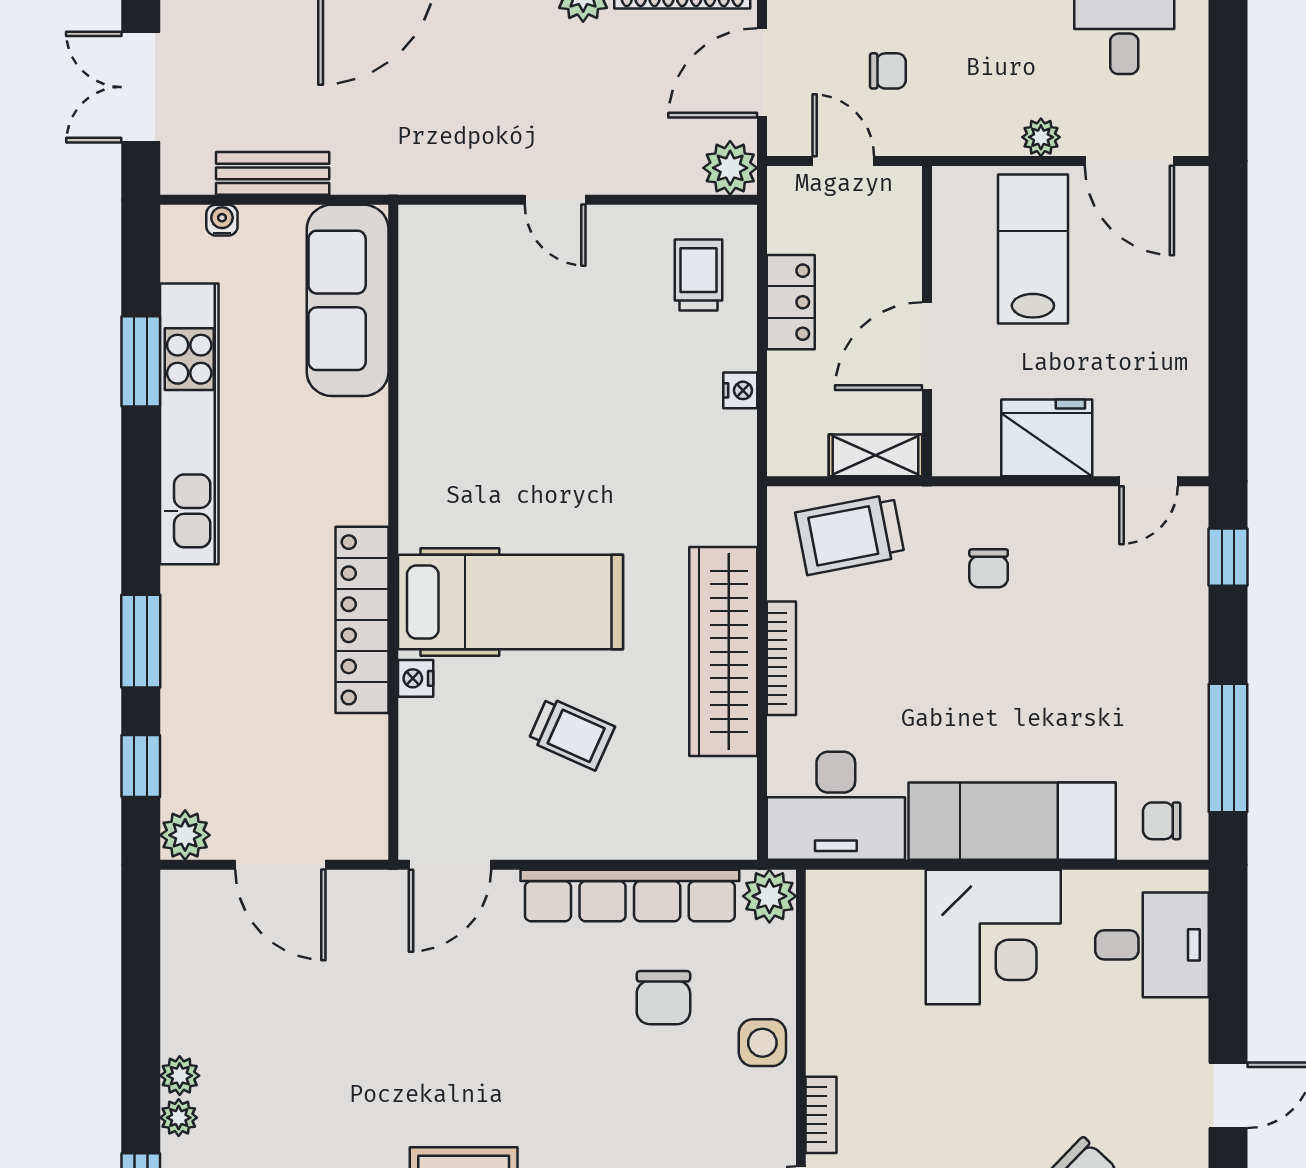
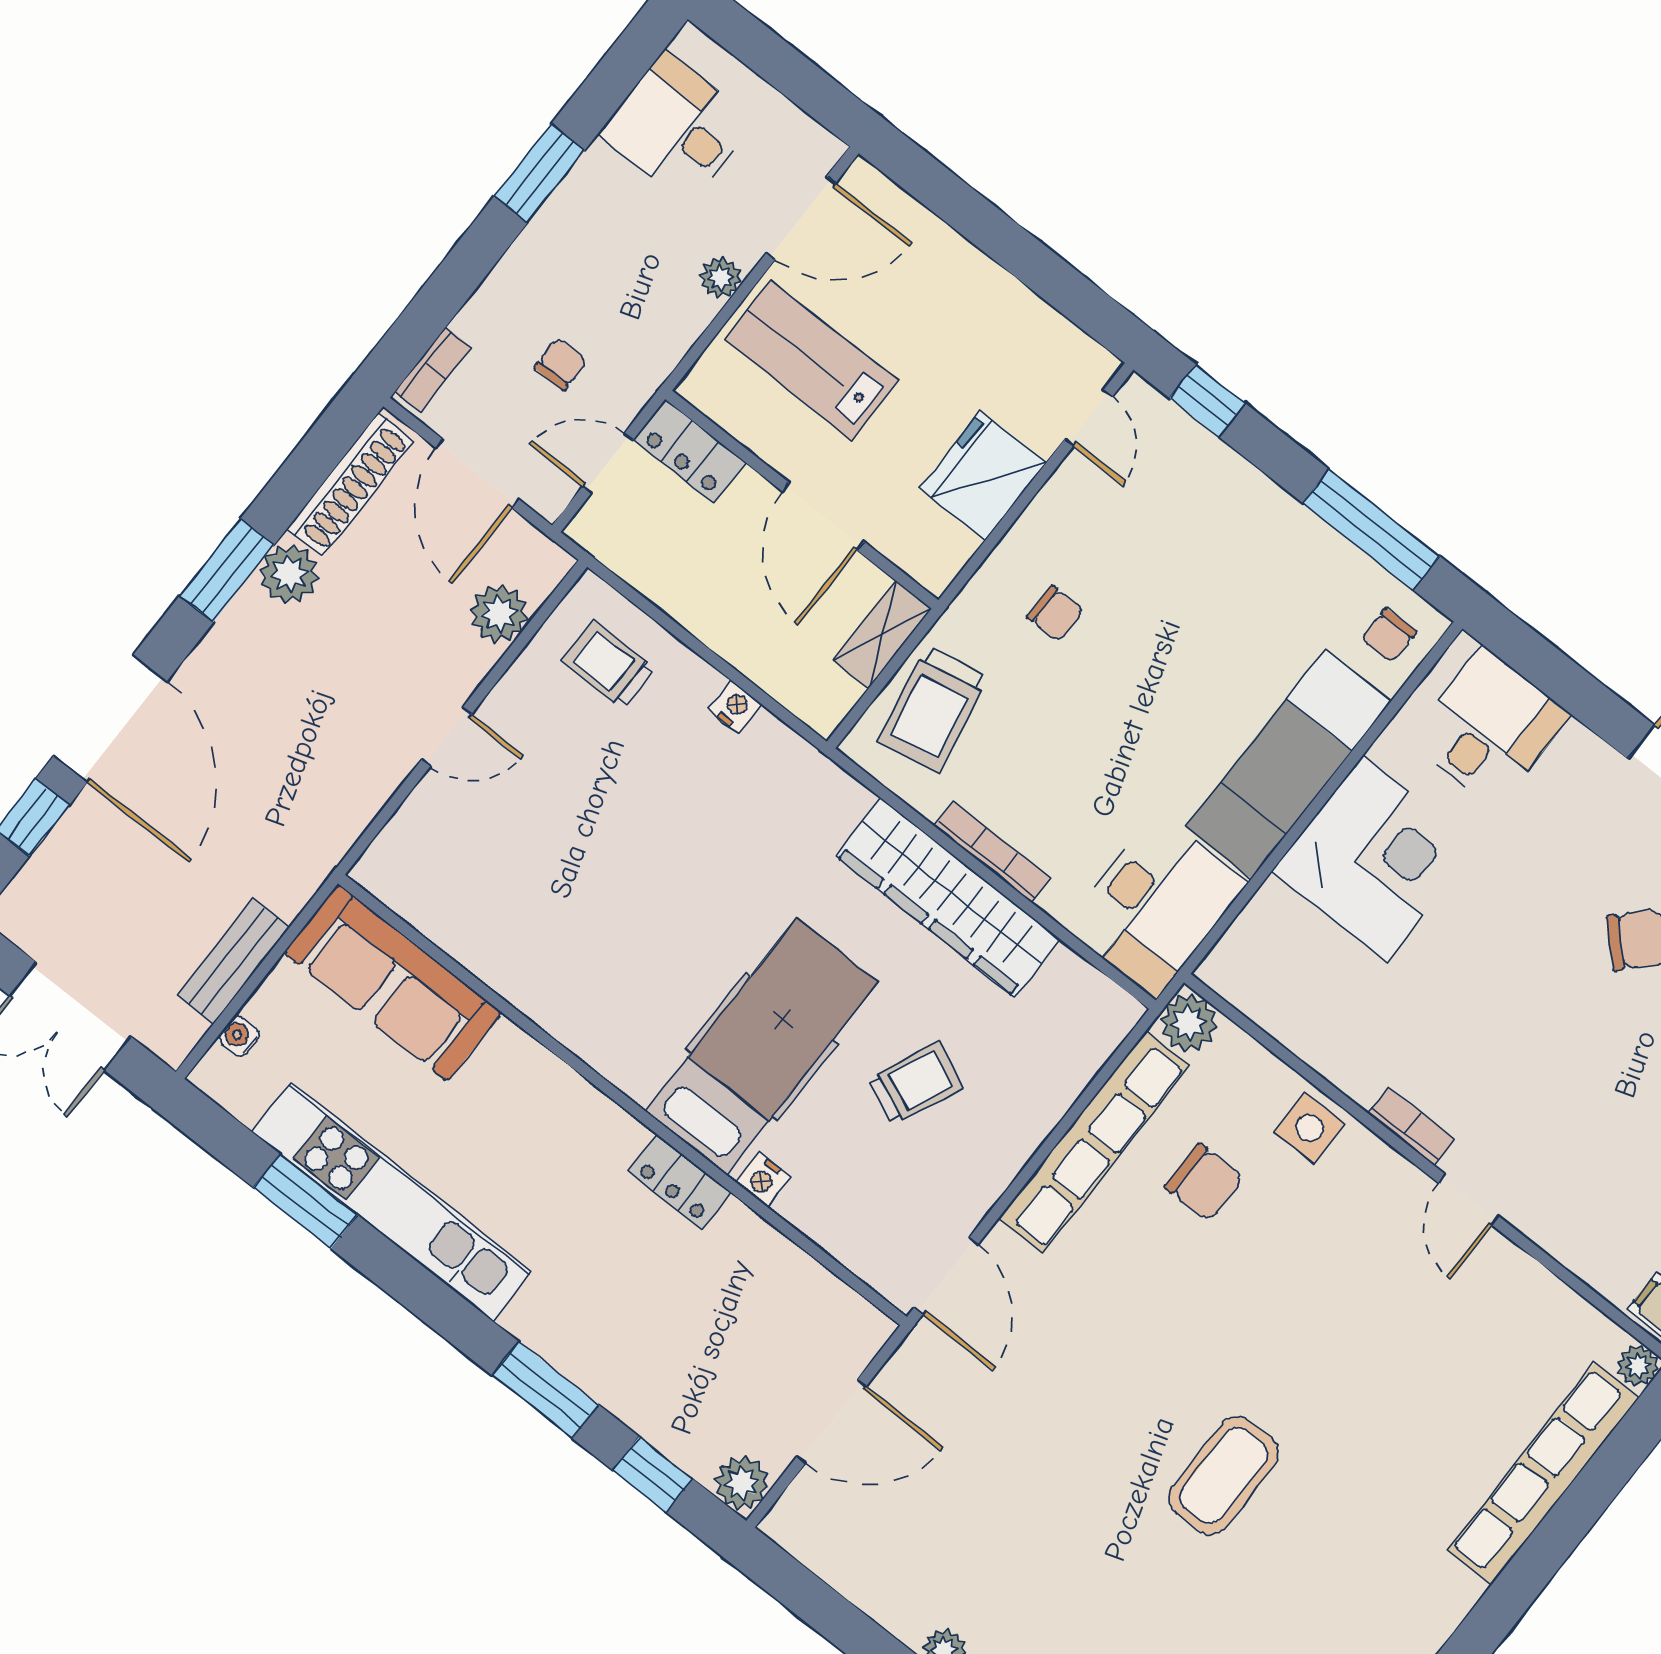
plant: (730, 168) -> (499, 614), moved
locker: (791, 302) -> (690, 451), moved, turned 180
locker: (362, 620) -> (680, 1182), width x0.46, depth x0.83

